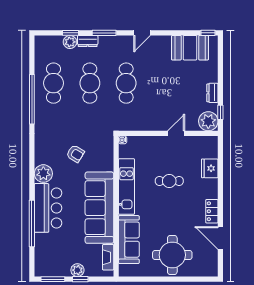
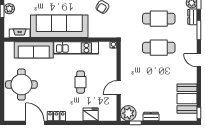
door: (176, 133) -> (119, 88), swing flipped
door: (220, 238) -> (35, 123), hinge flipped

